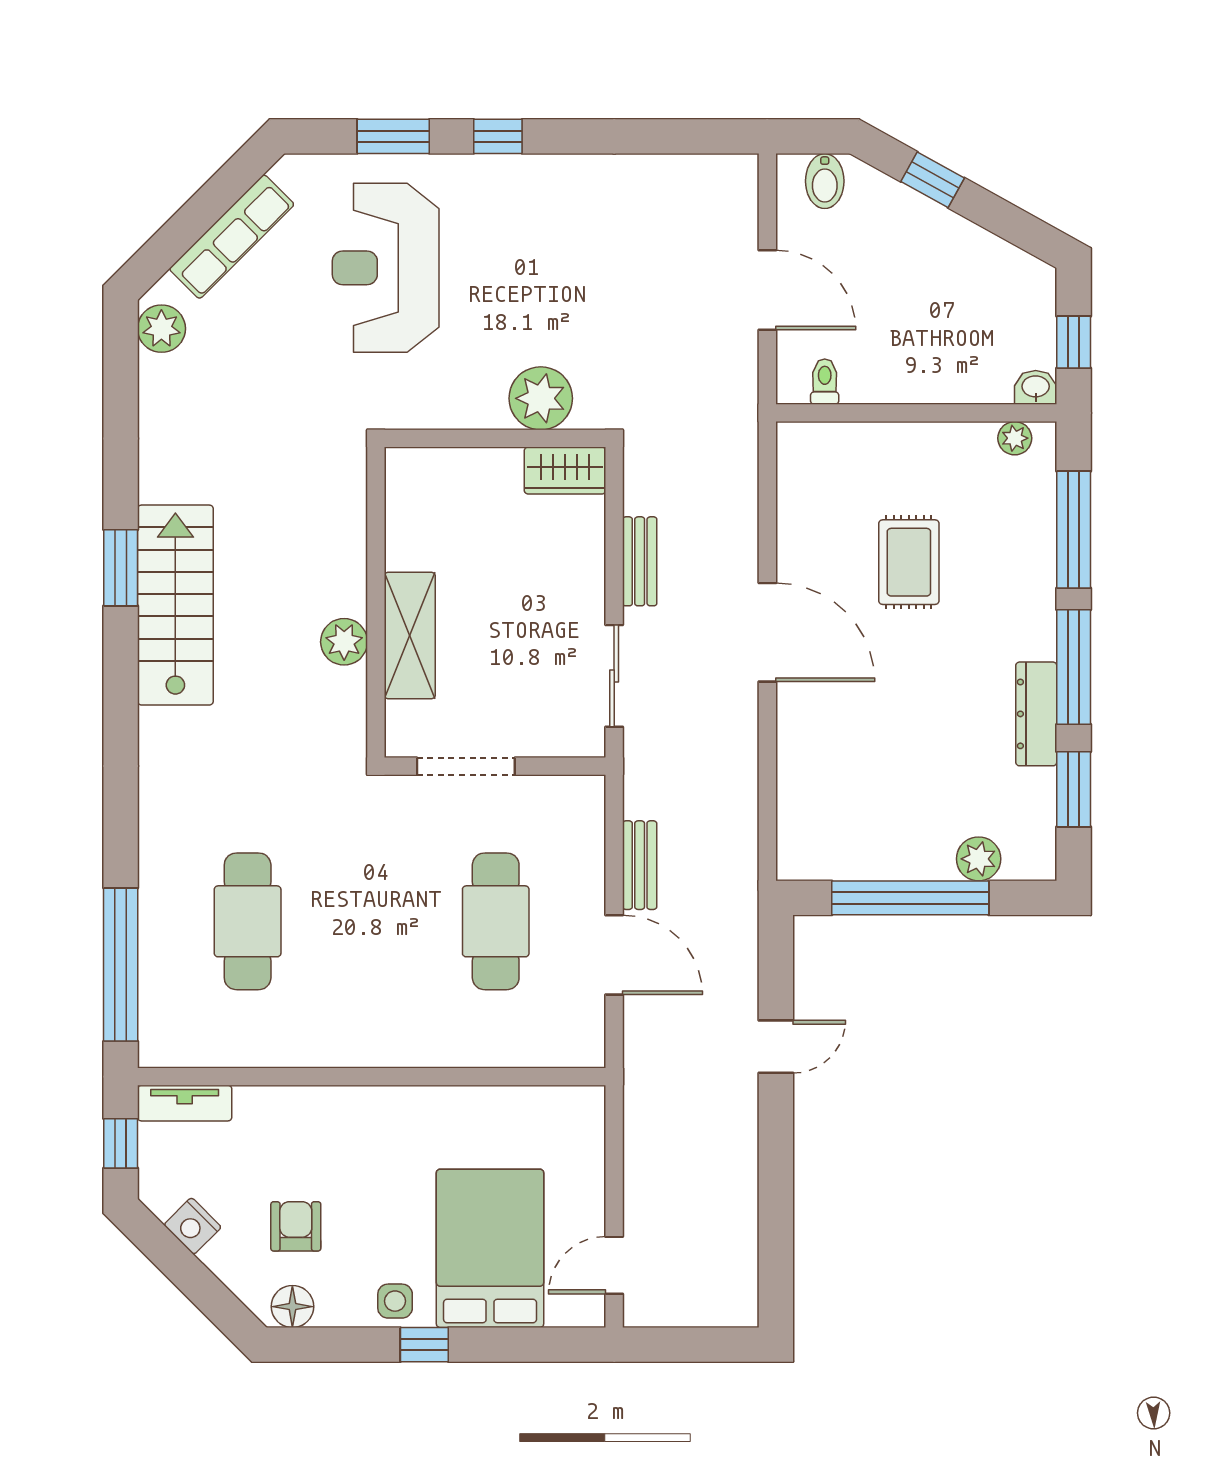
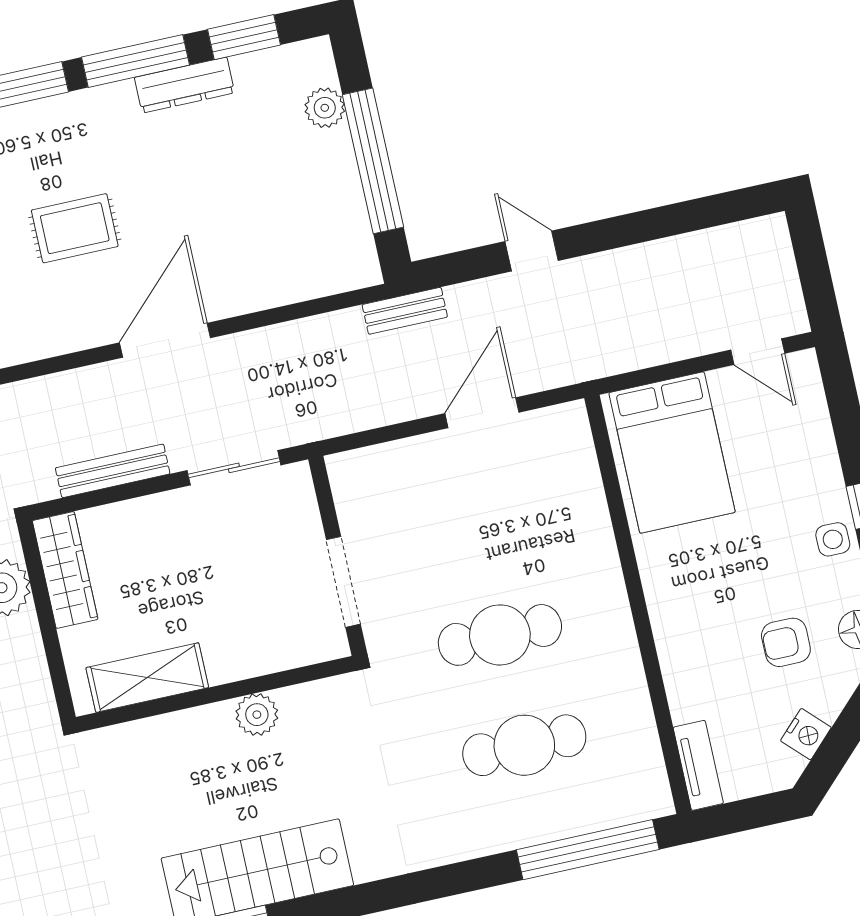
wardrobe: (565, 471) -> (65, 570), width x1.50
bench: (640, 561) -> (113, 471), width x1.36
shelving: (410, 636) -> (147, 678), moved
bench: (640, 865) -> (405, 311), moved
cafe table: (496, 921) -> (500, 635), moved
window: (121, 1143) -> (747, 814), removed
bed: (490, 1248) -> (672, 453), moved, turned -90

